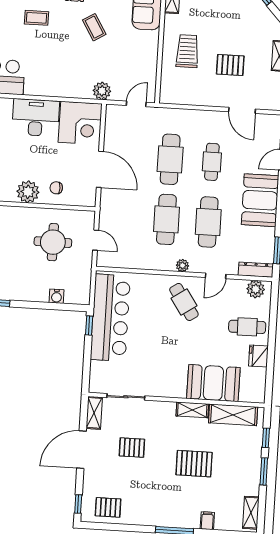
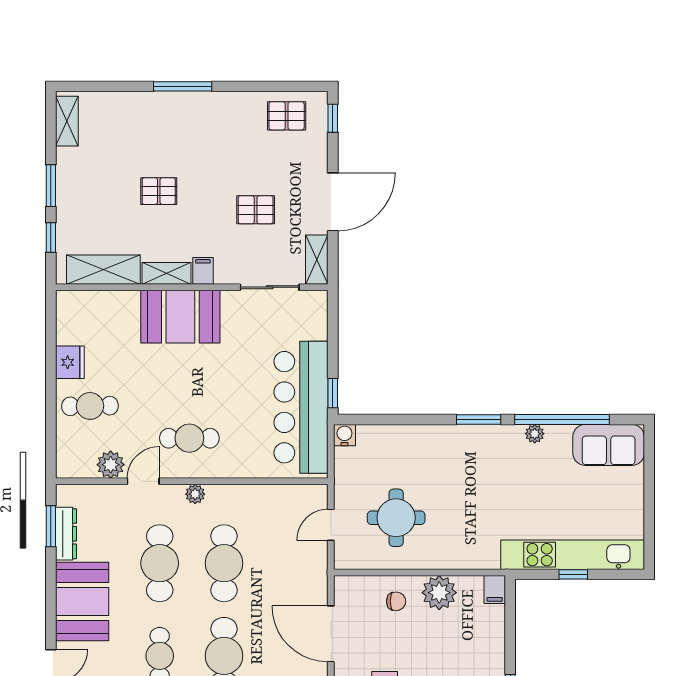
door: (96, 240) -> (331, 525), hinge flipped
dresser: (256, 270) -> (66, 534), moved, turned -90
plant: (256, 289) -> (111, 465), moved
water cooler: (57, 296) -> (344, 435), moved
cafe table: (184, 302) -> (189, 438), turned -56
booth: (213, 383) -> (180, 317), moved
pallet: (194, 464) -> (159, 191), width x0.67, depth x0.71
filing cabinet: (207, 521) -> (203, 271), moved, turned 180

